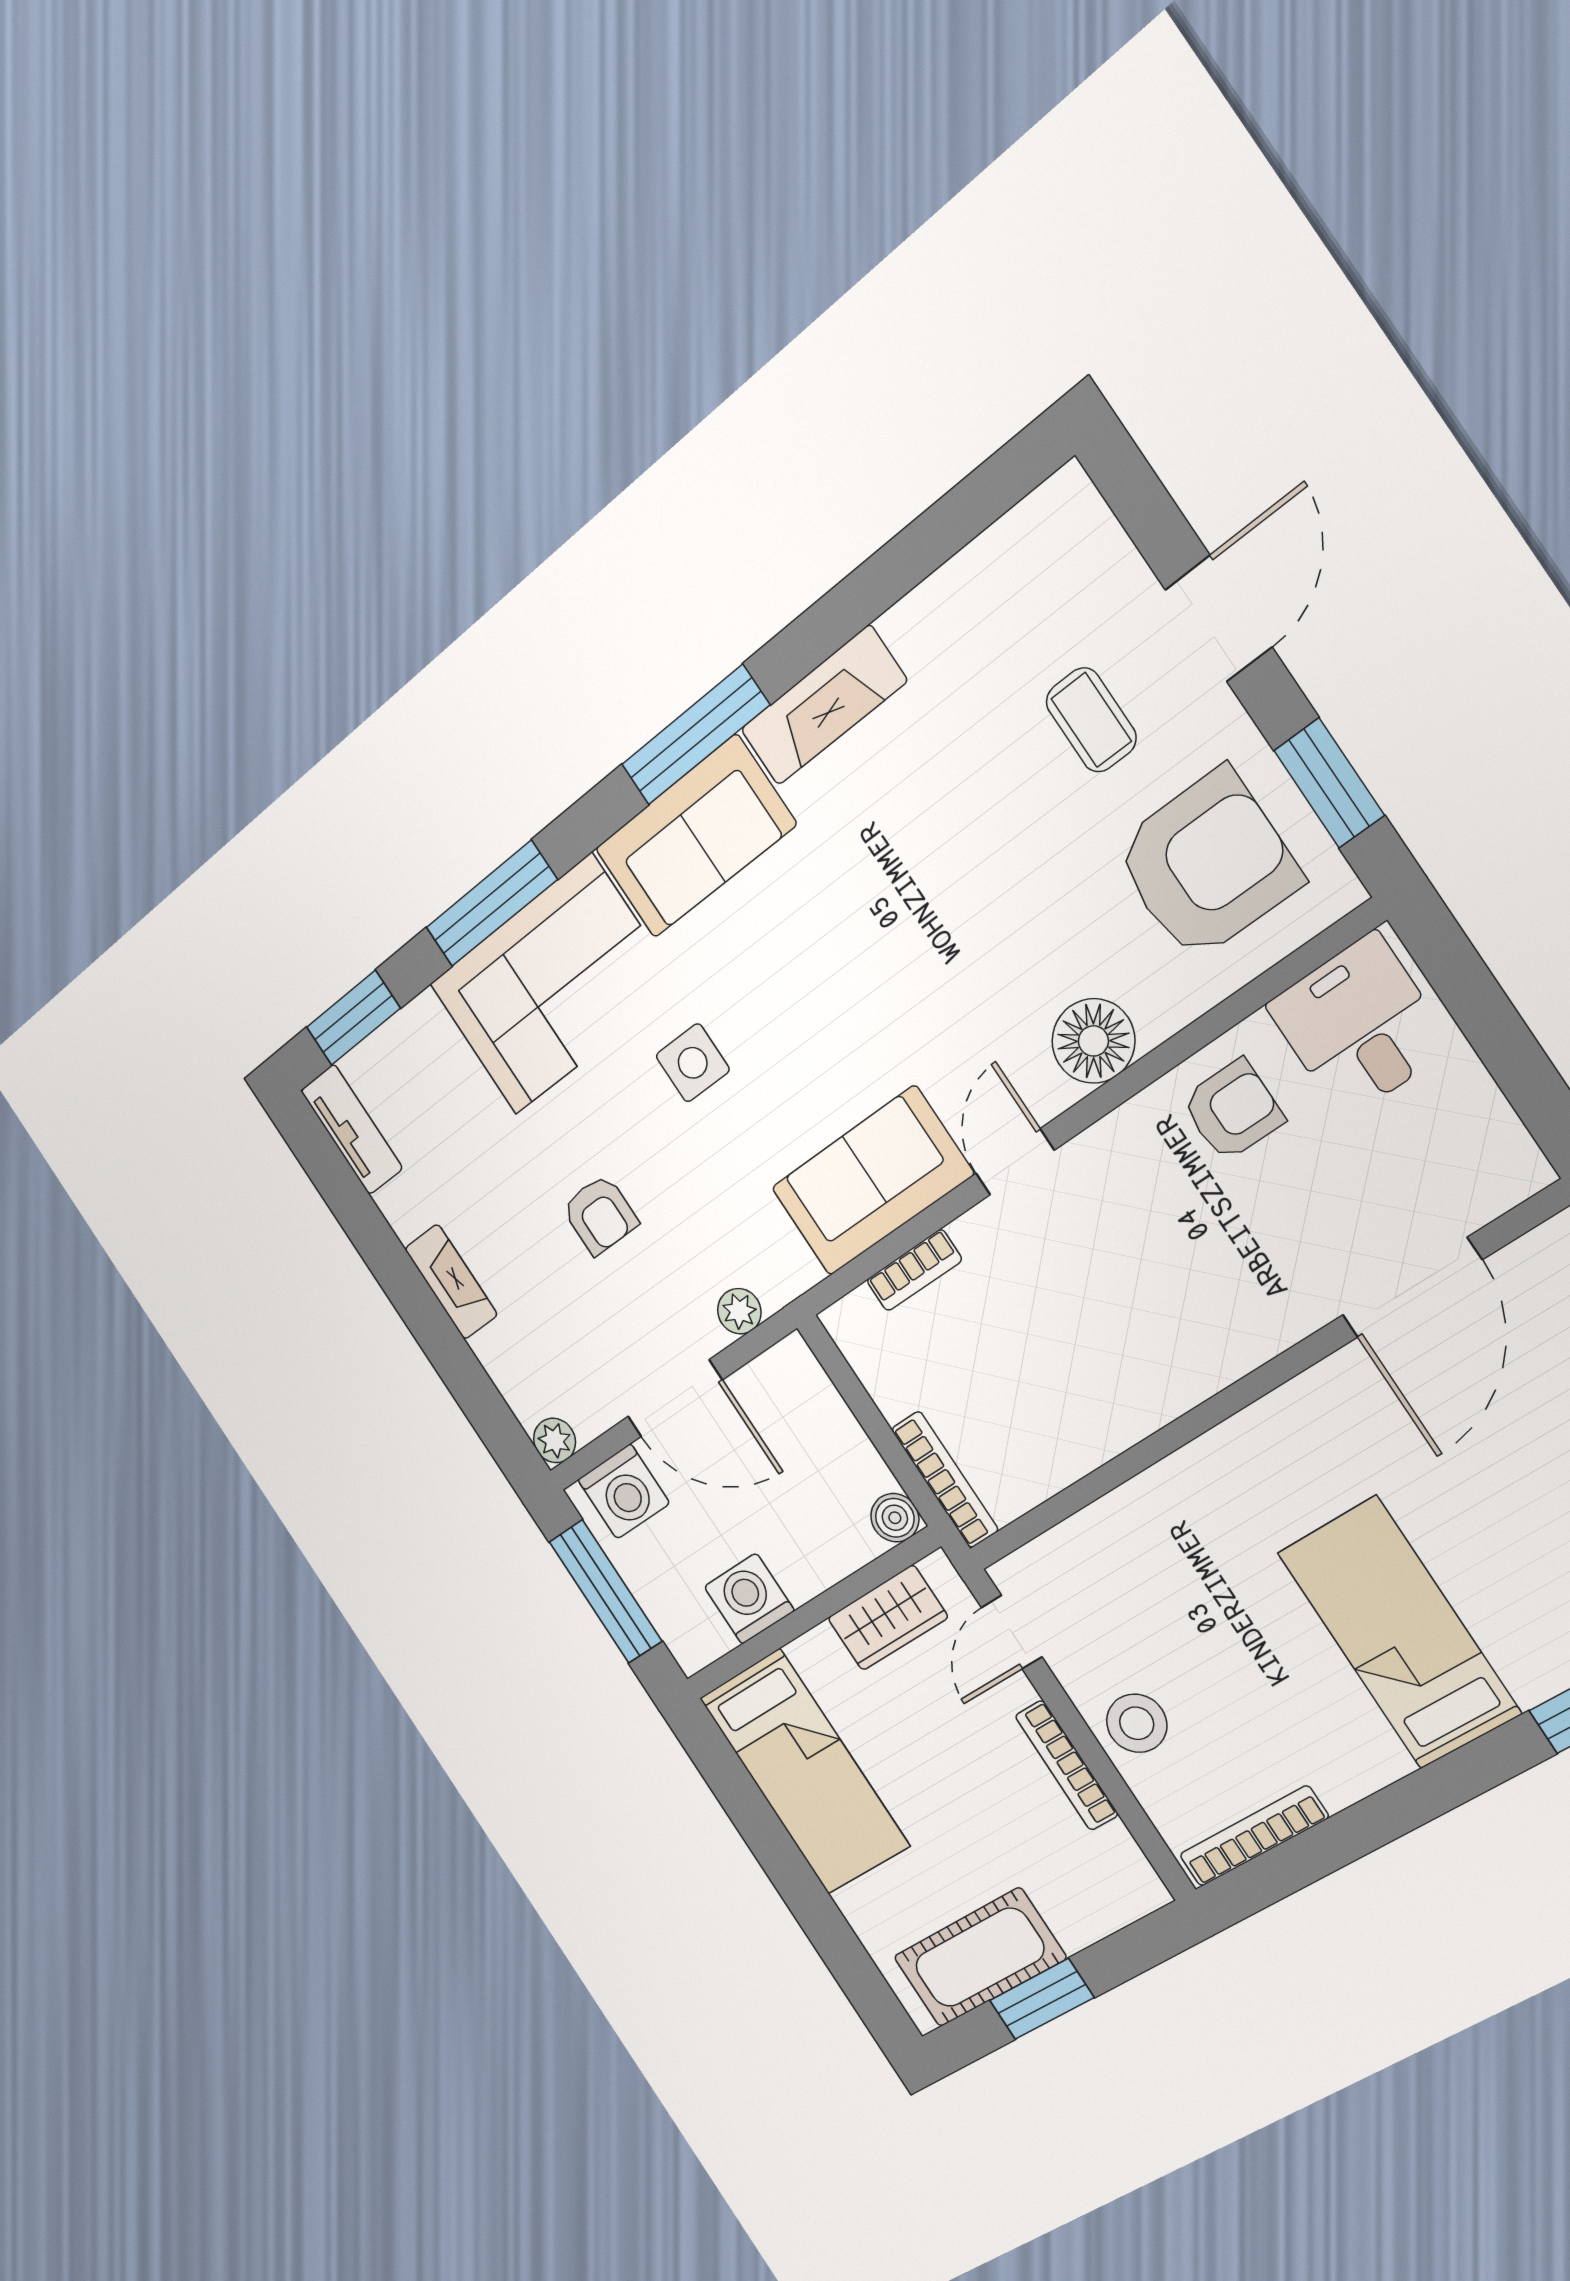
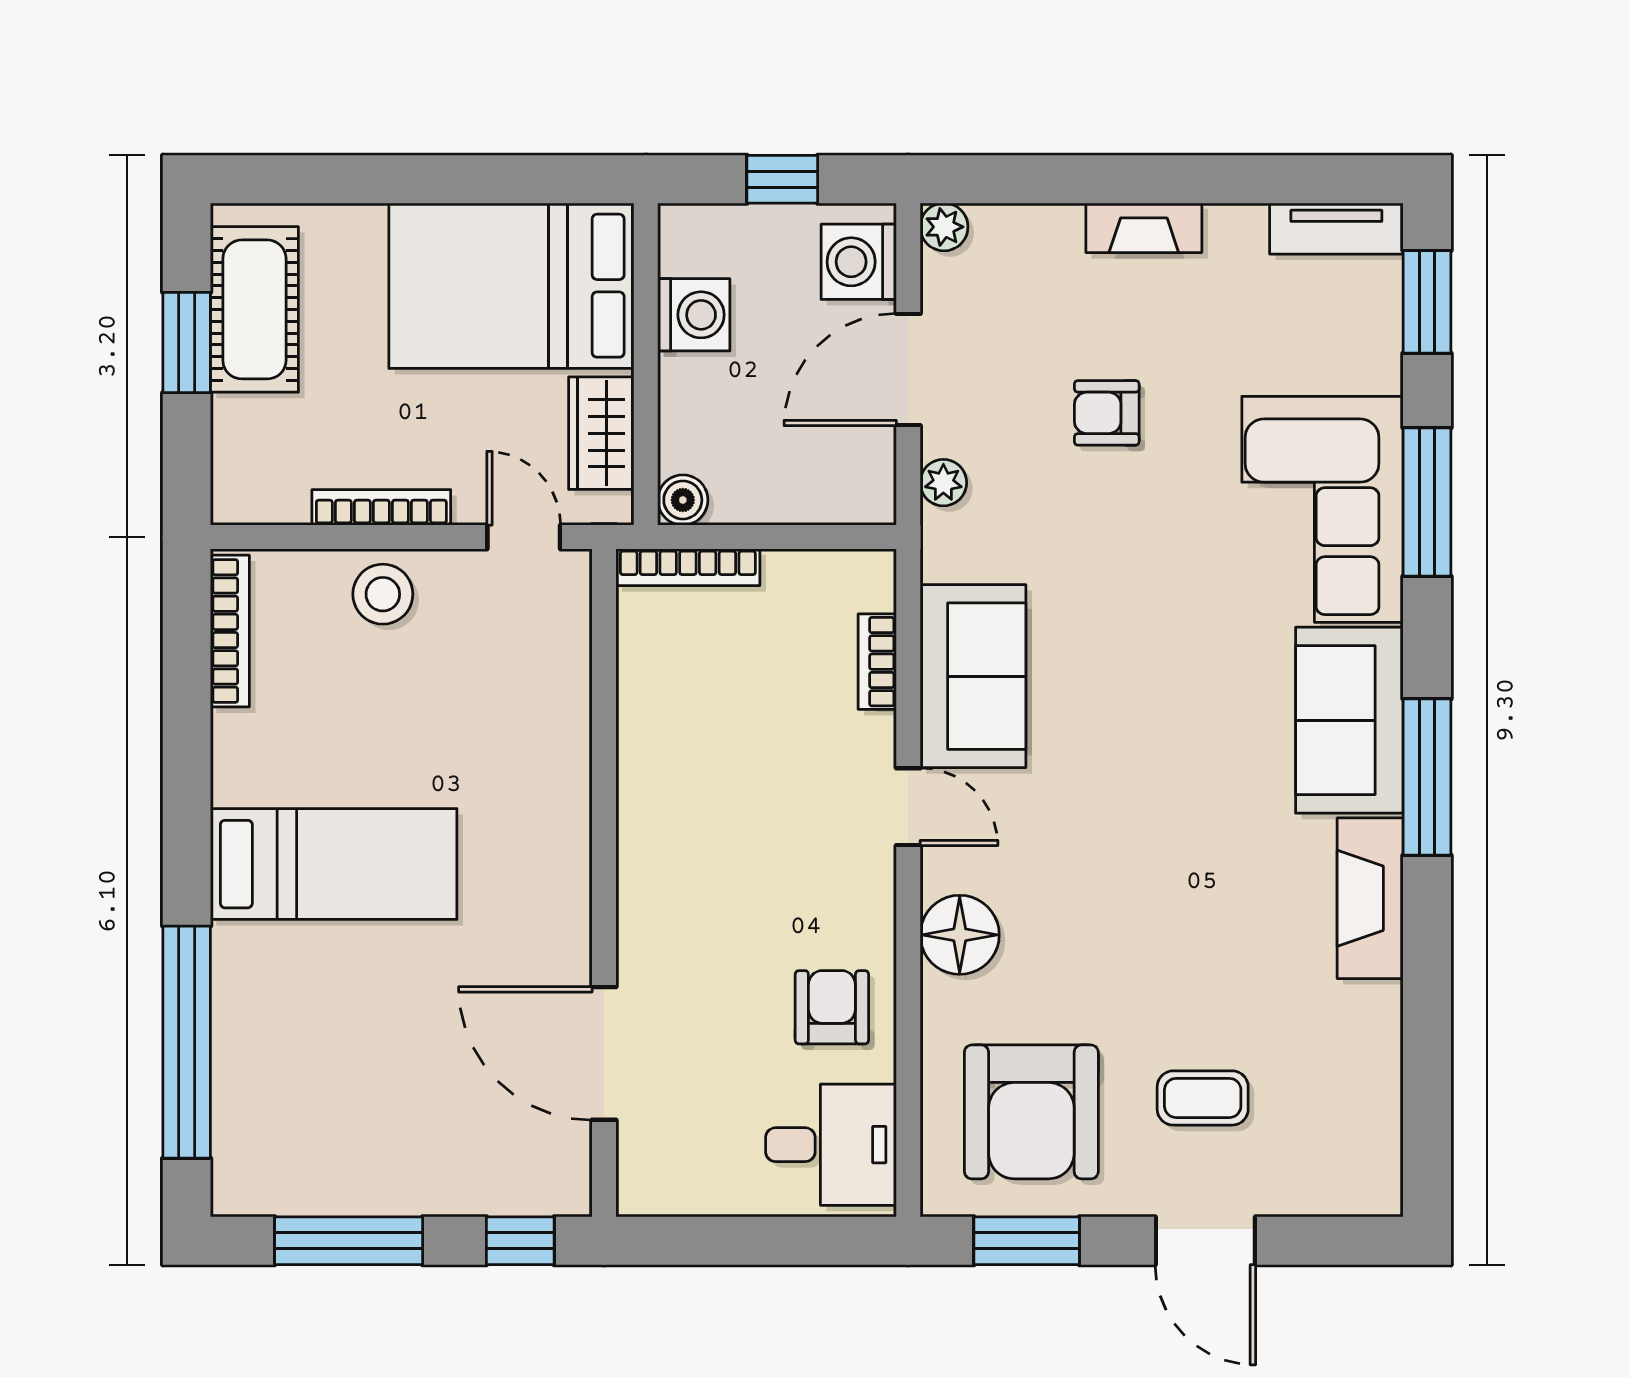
side table: (693, 1063) -> (1173, 588), removed
armchair: (1233, 1110) -> (832, 1007), turned 180
window: (605, 1591) -> (782, 179), width x0.46
bed: (804, 1772) -> (511, 286), width x1.50

